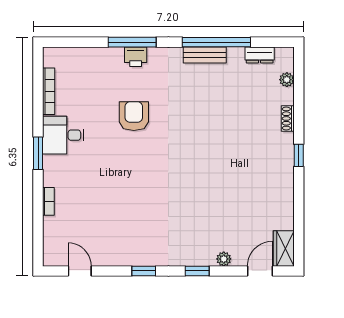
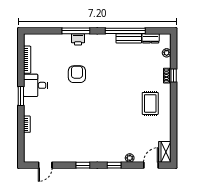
bench: (205, 55) -> (129, 38), moved
window: (299, 155) -> (174, 75), moved
rug: (259, 166) -> (150, 103), added
door: (80, 271) -> (45, 165), swing flipped

